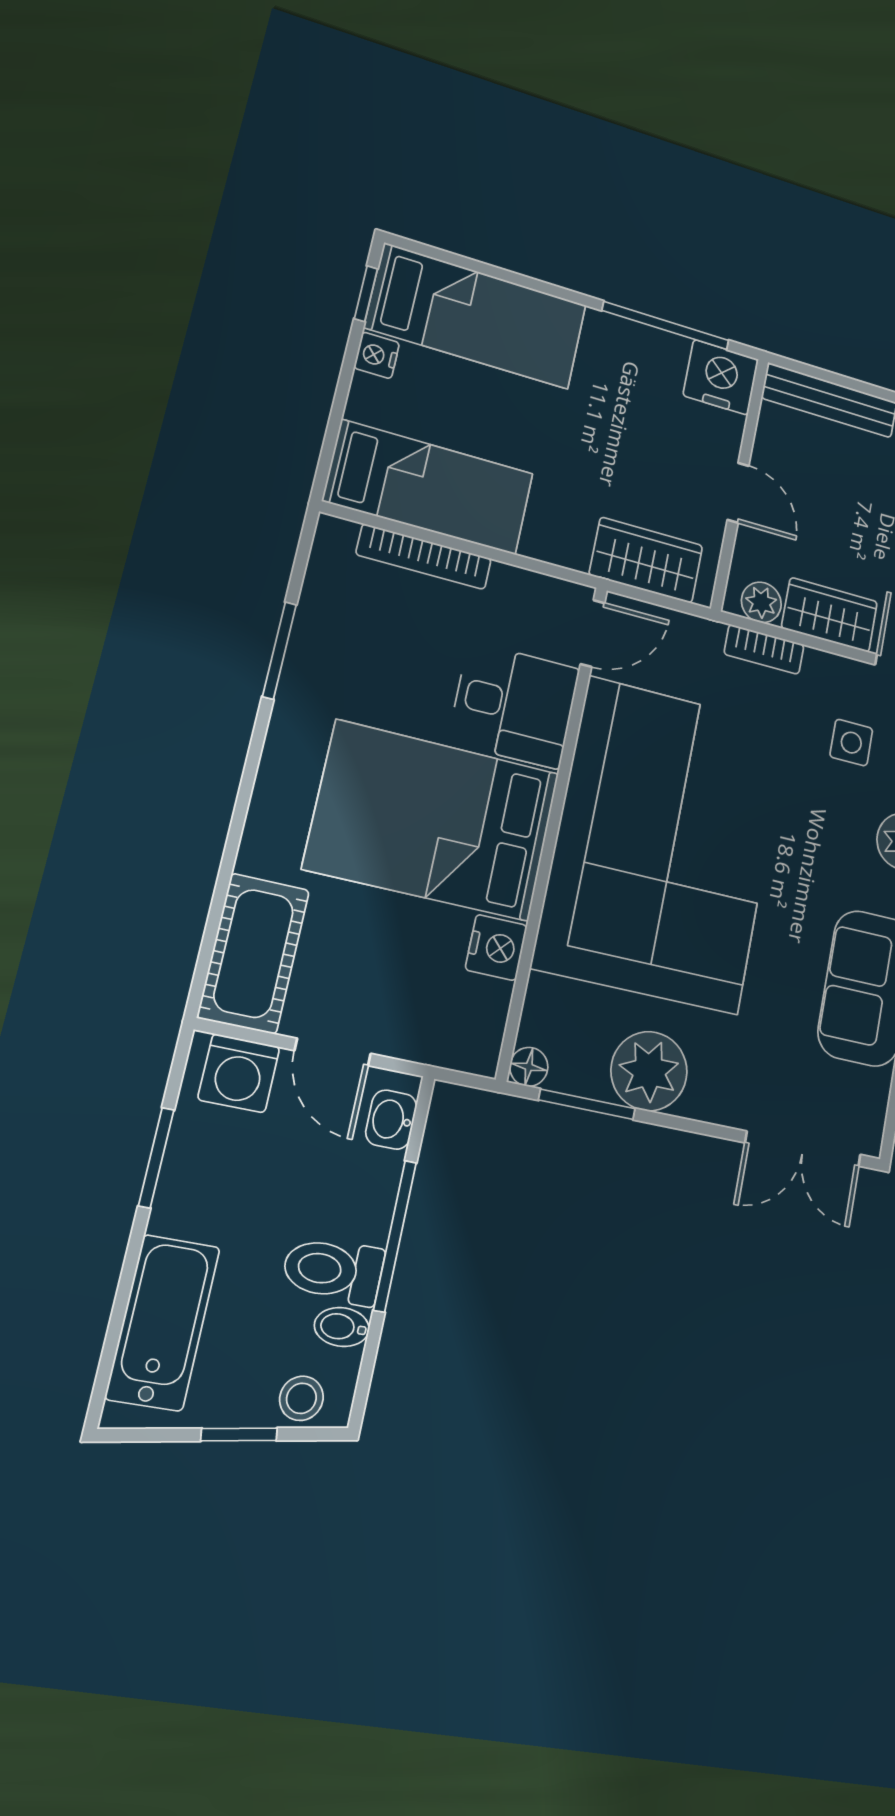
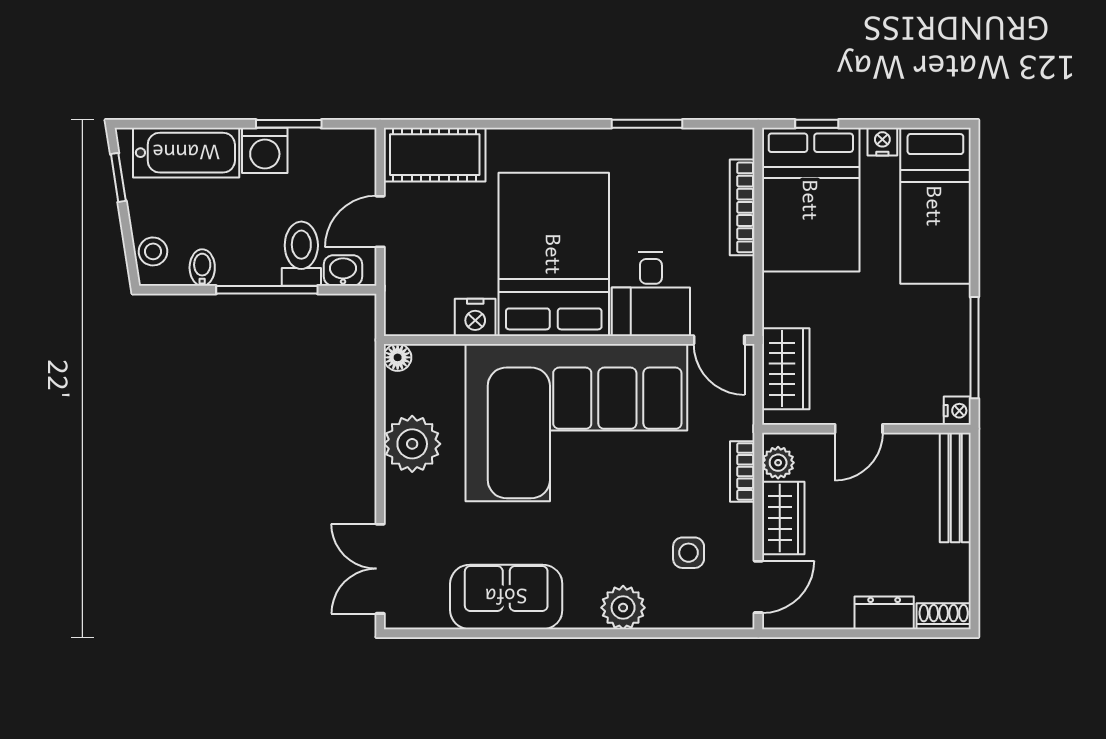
window: (366, 294) -> (817, 124), moved
nightstand: (721, 377) -> (957, 411), width x0.53, depth x0.56
bed: (429, 487) -> (811, 200), width x1.50
washing machine: (239, 1073) -> (265, 150), moved, turned -90
window: (587, 1104) -> (380, 404), removed
toilet: (333, 1271) -> (301, 254), moved
window: (239, 1434) -> (118, 177), moved

